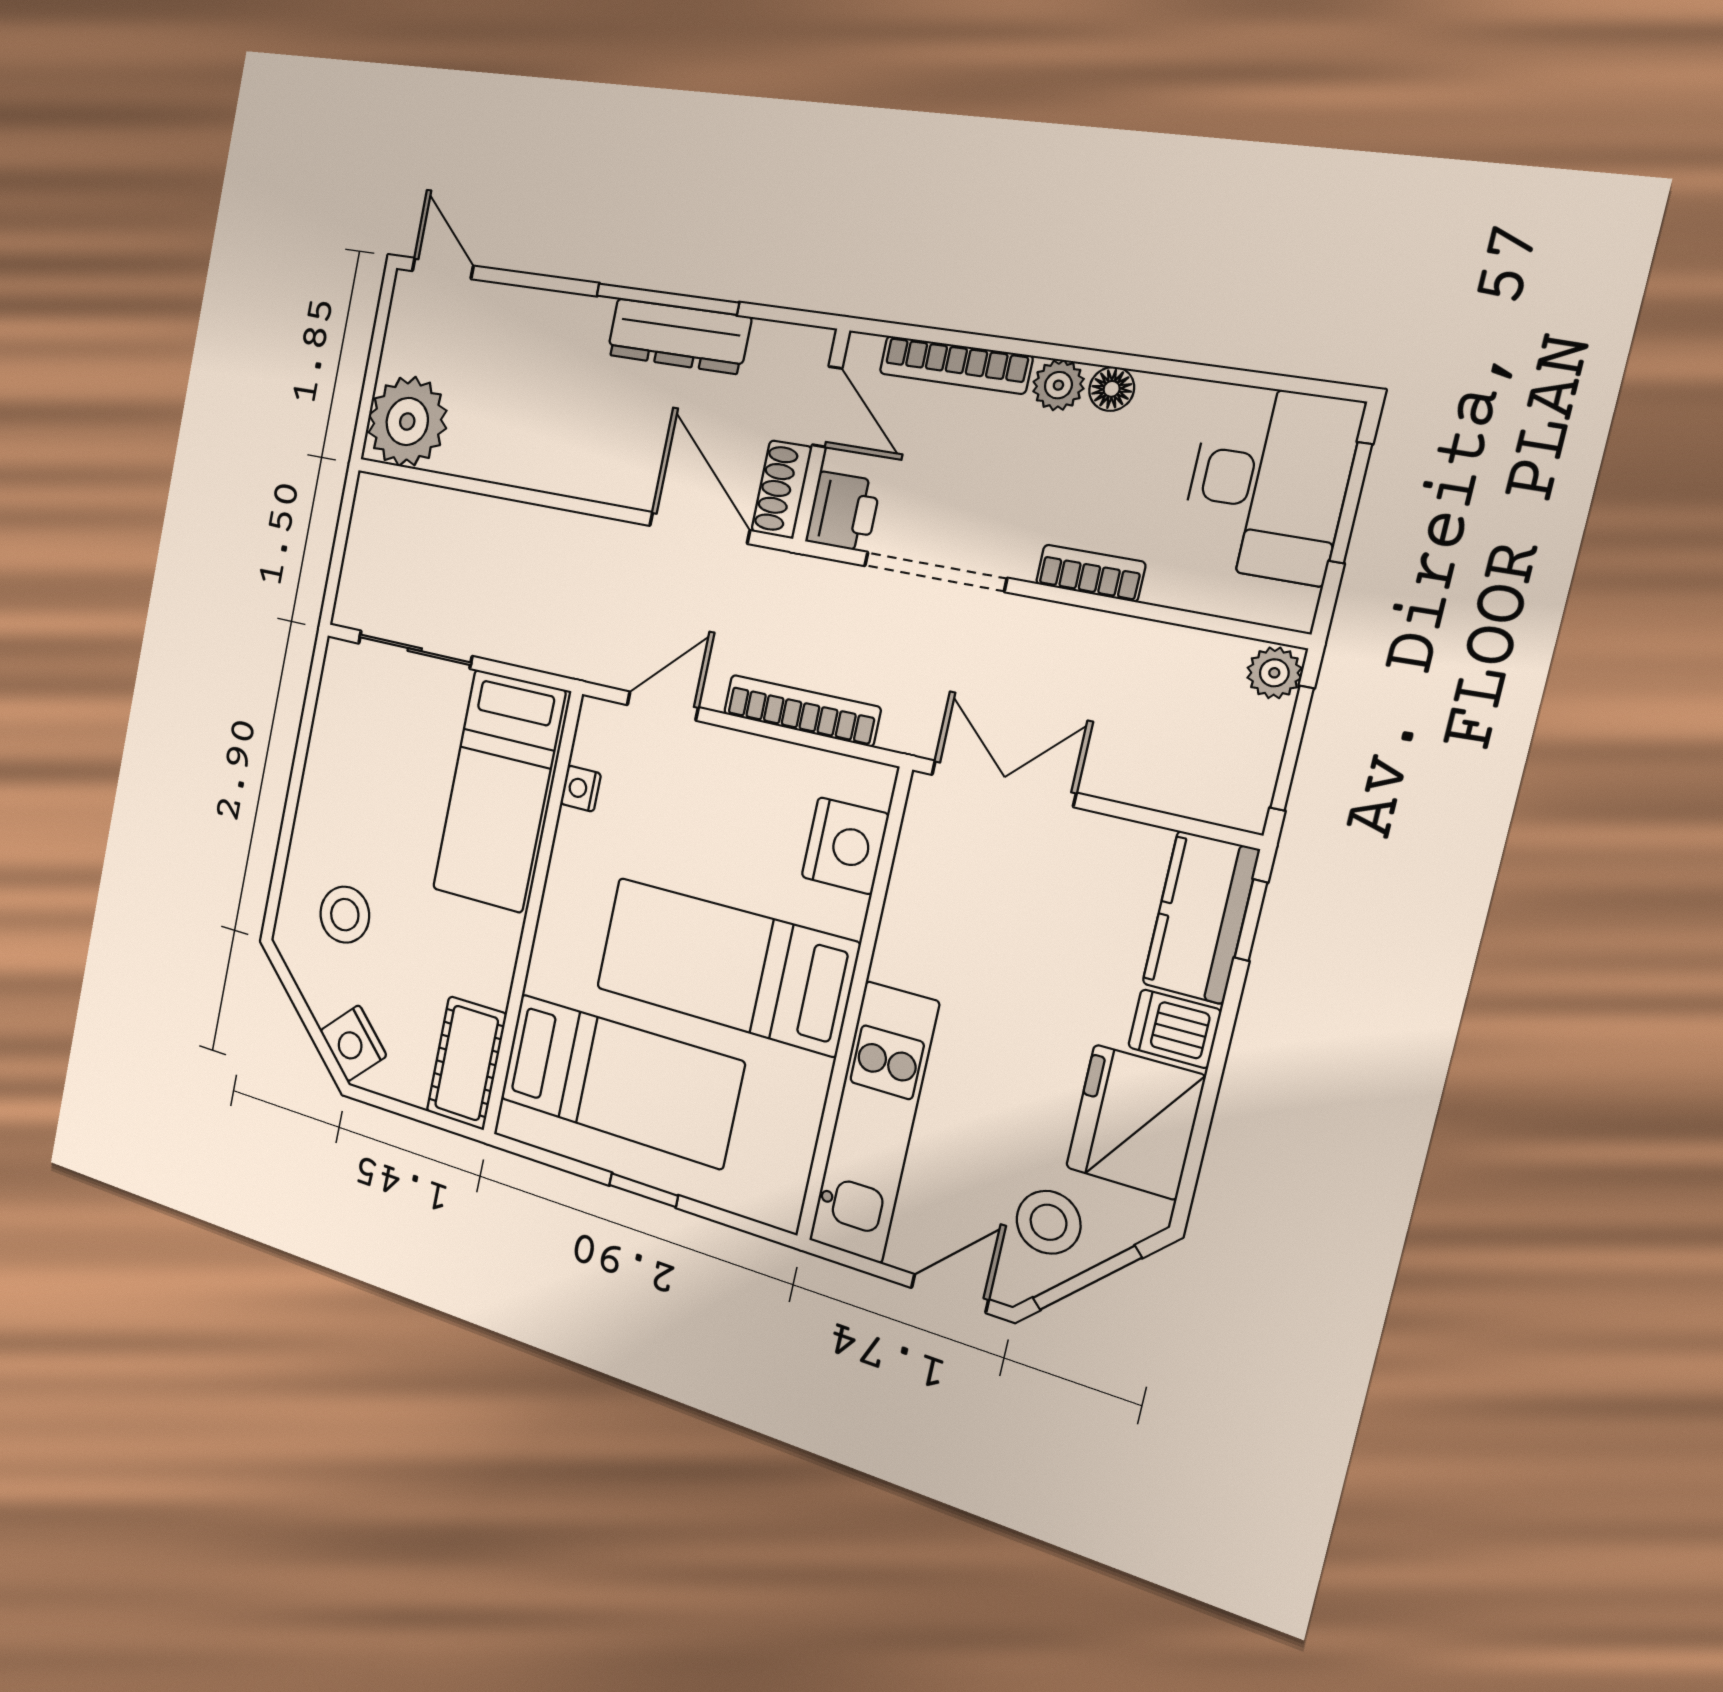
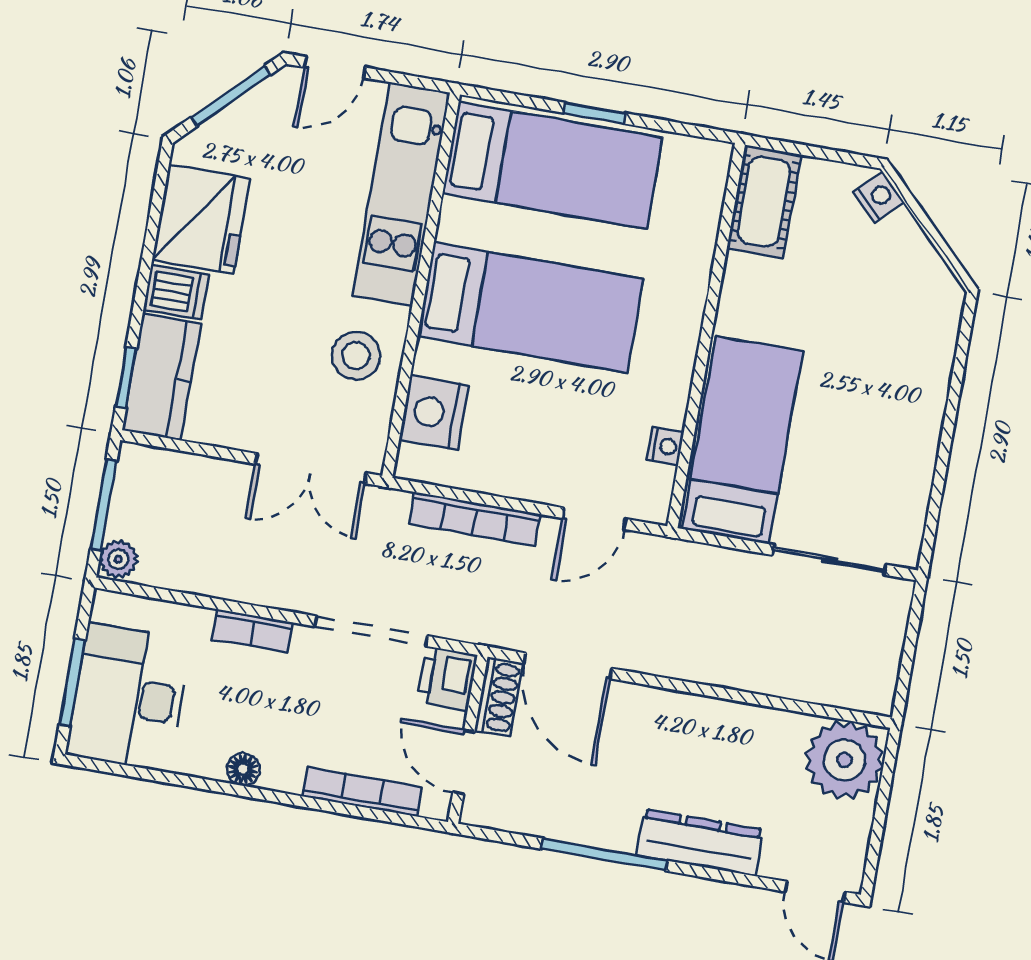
dresser: (678, 336) -> (700, 842), moved
plant: (1058, 385) -> (283, 773), removed
stool: (345, 915) -> (891, 321), removed
nightstand: (353, 1043) -> (879, 197), width x0.72, depth x0.74
bed: (620, 1080) -> (552, 165), moved, turned 180
stool: (1048, 1222) -> (356, 356), moved

